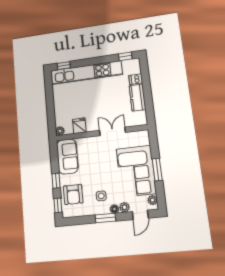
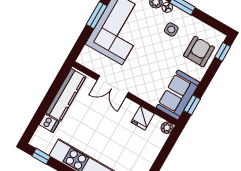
kitchen counter: (138, 98) -> (66, 95), width x1.50
window: (56, 181) -> (192, 105), moved

